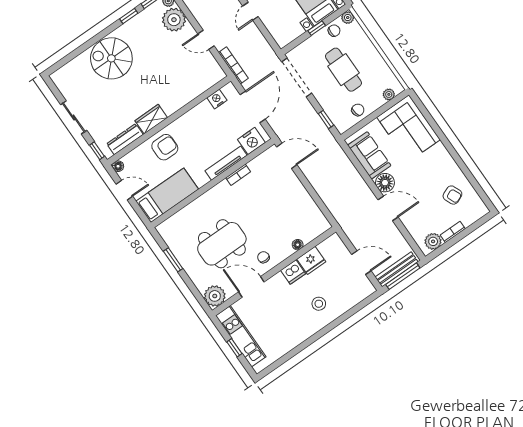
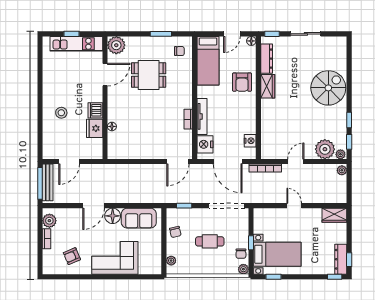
cafe table: (343, 70) -> (210, 241), width x0.73, depth x0.74
corner sofa: (409, 128) -> (115, 258), moved
dining table: (222, 244) -> (149, 75), width x0.73
chair: (263, 257) -> (179, 51), moved

